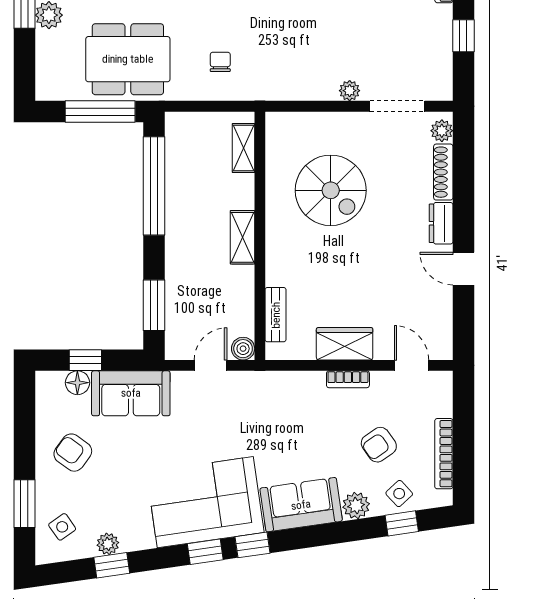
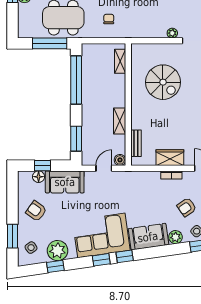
shelving: (242, 237) -> (120, 121), moved
plant: (108, 544) -> (58, 251), width x1.88, depth x1.88

